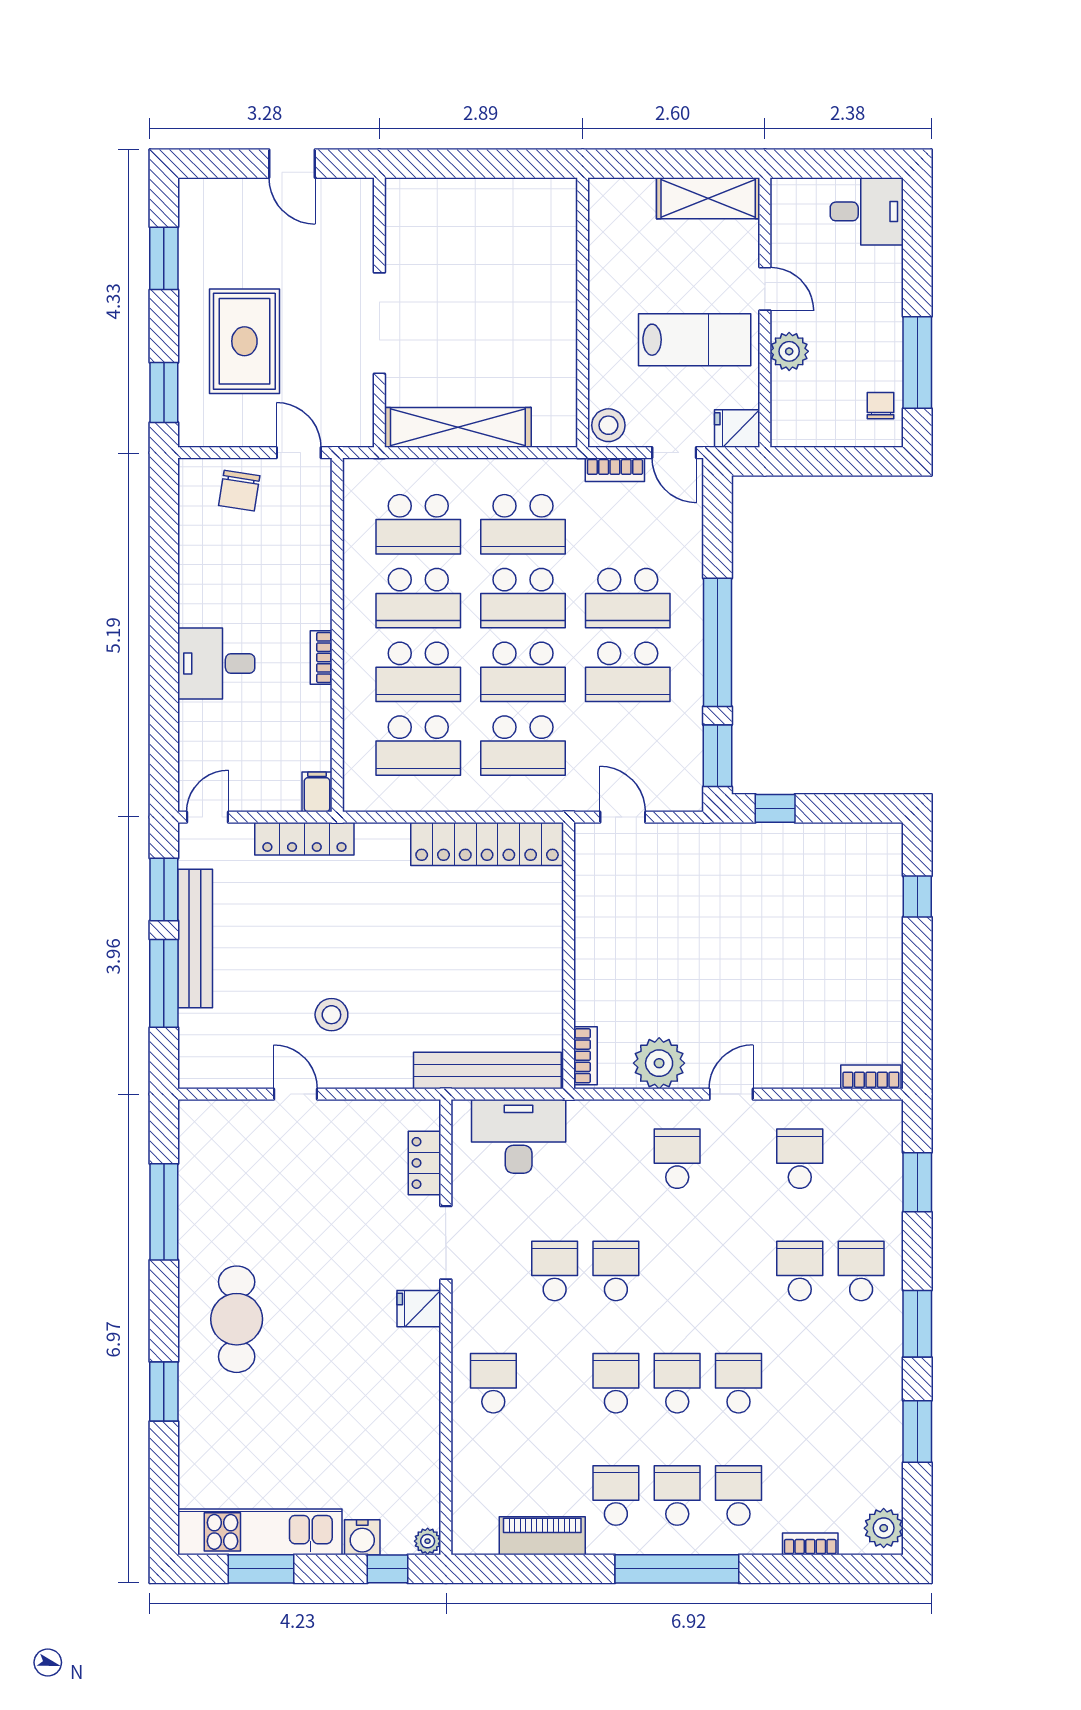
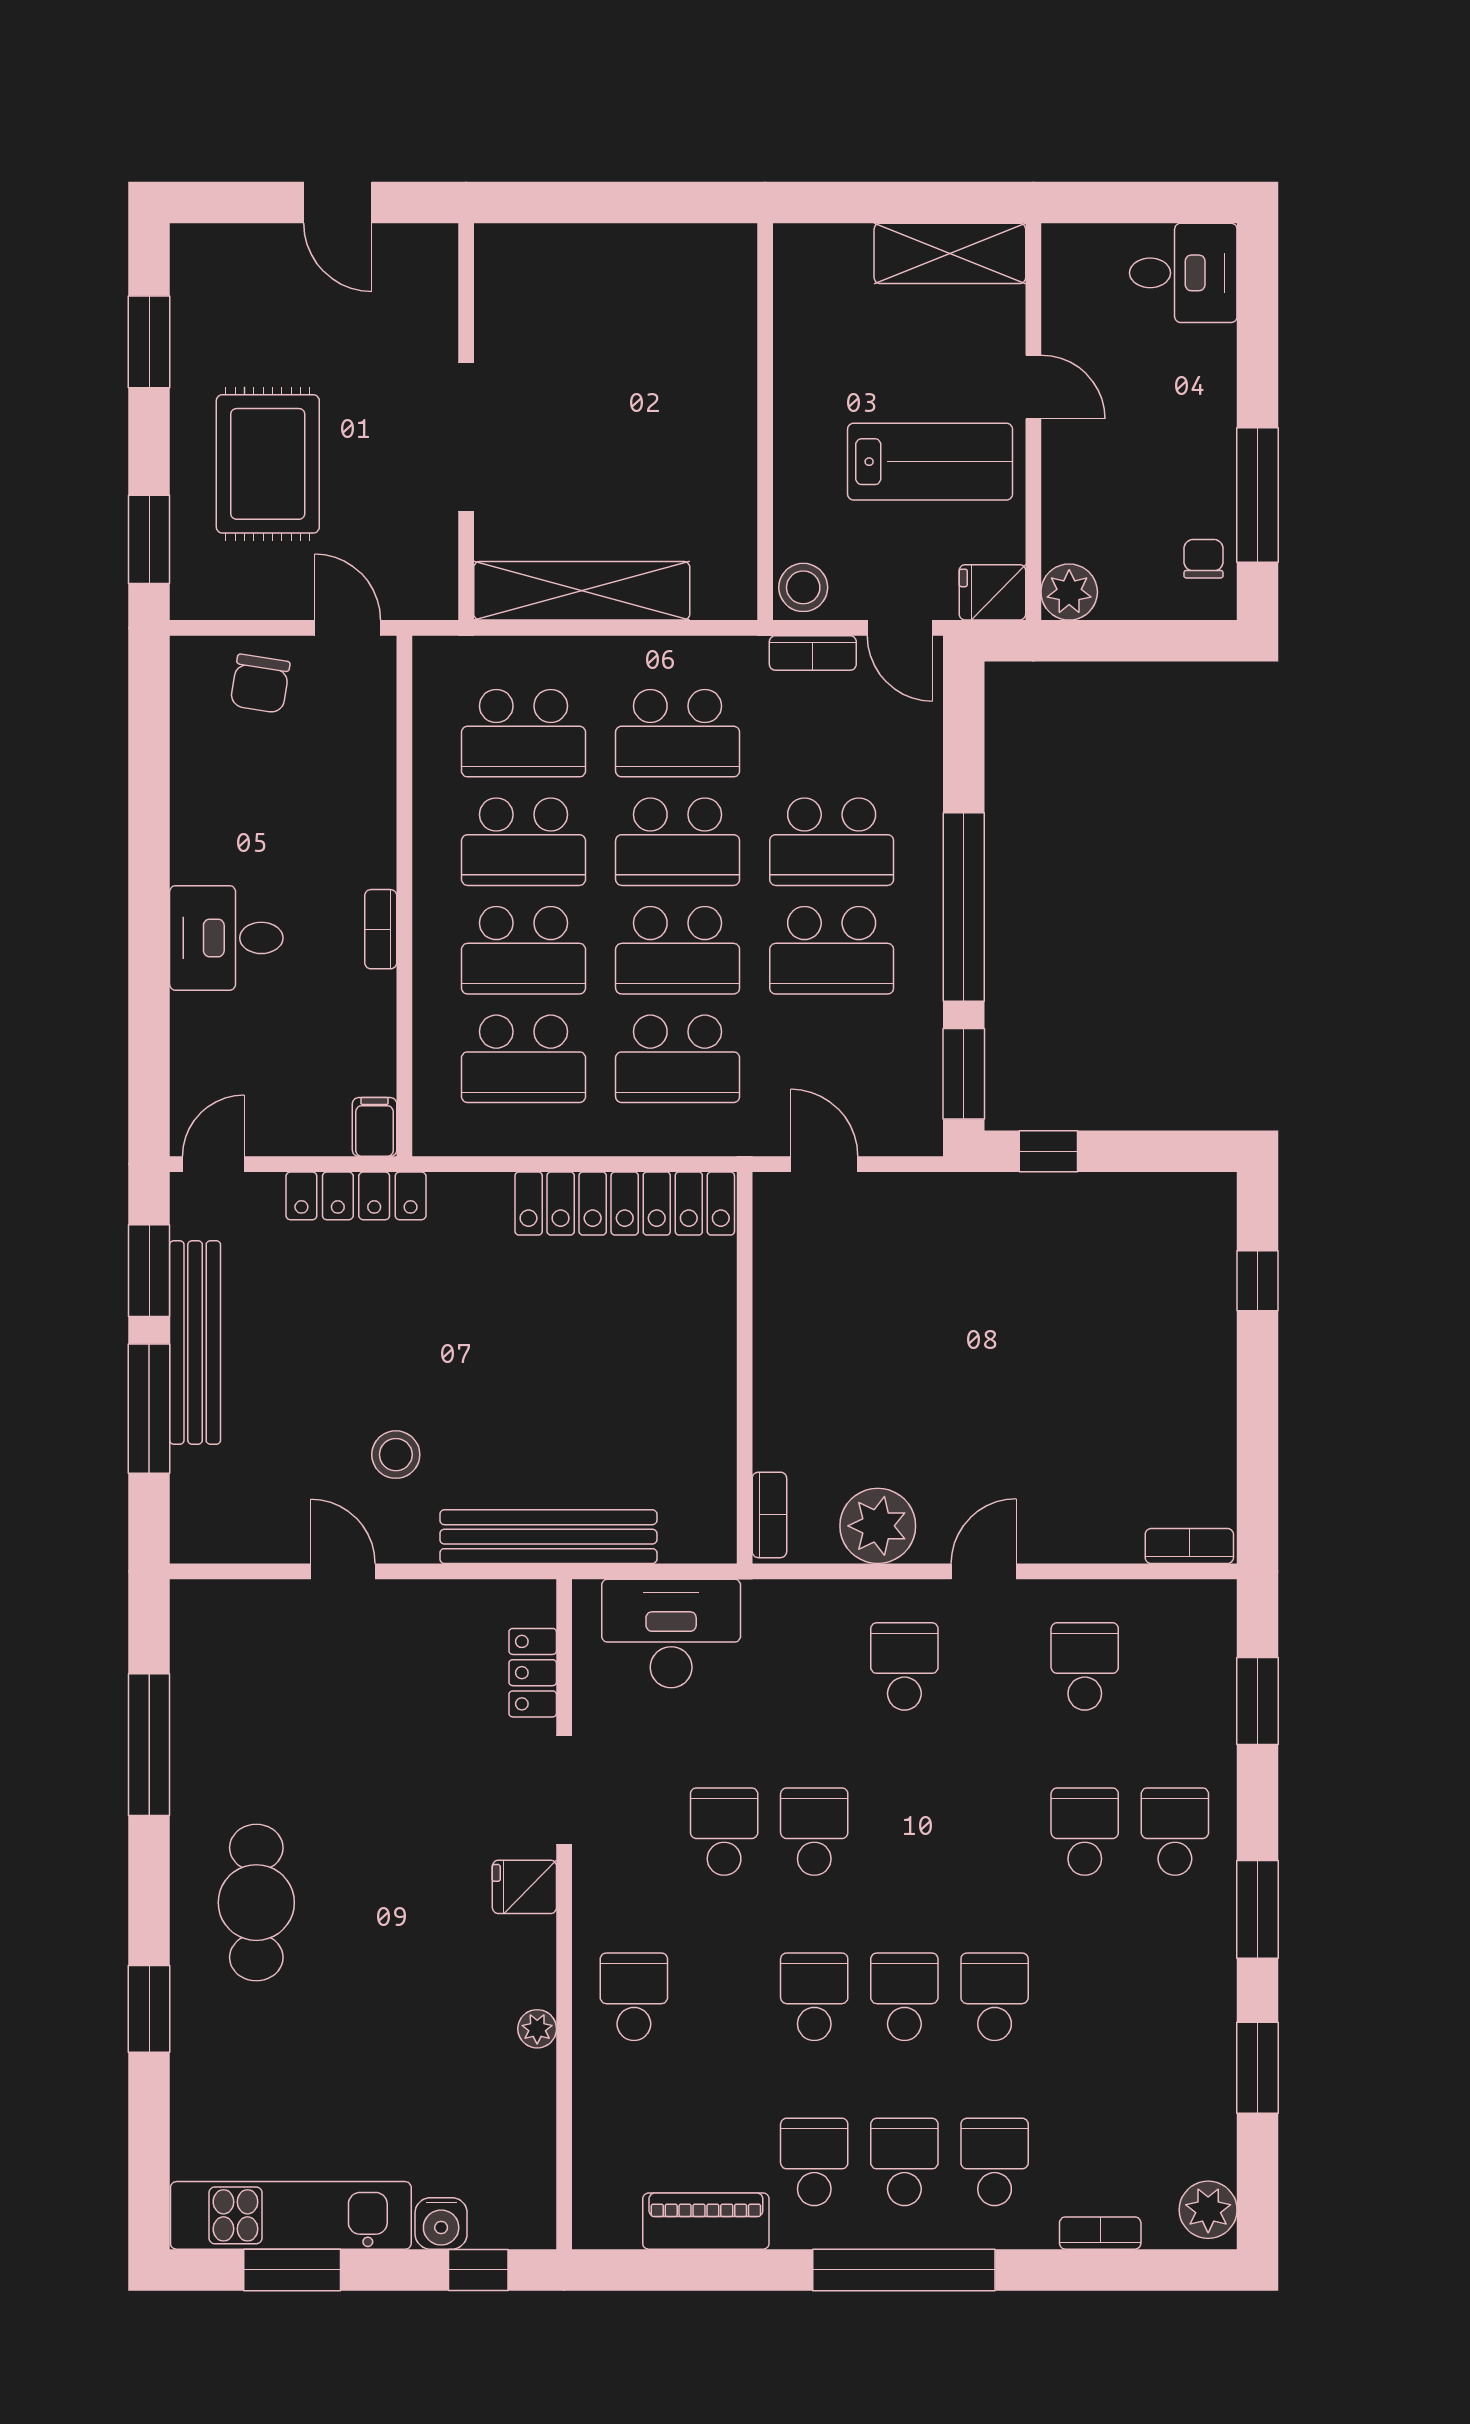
plant: (789, 351) -> (1069, 592), moved
bench: (487, 1070) -> (548, 1537), moved
plant: (428, 1541) -> (537, 2029), moved

